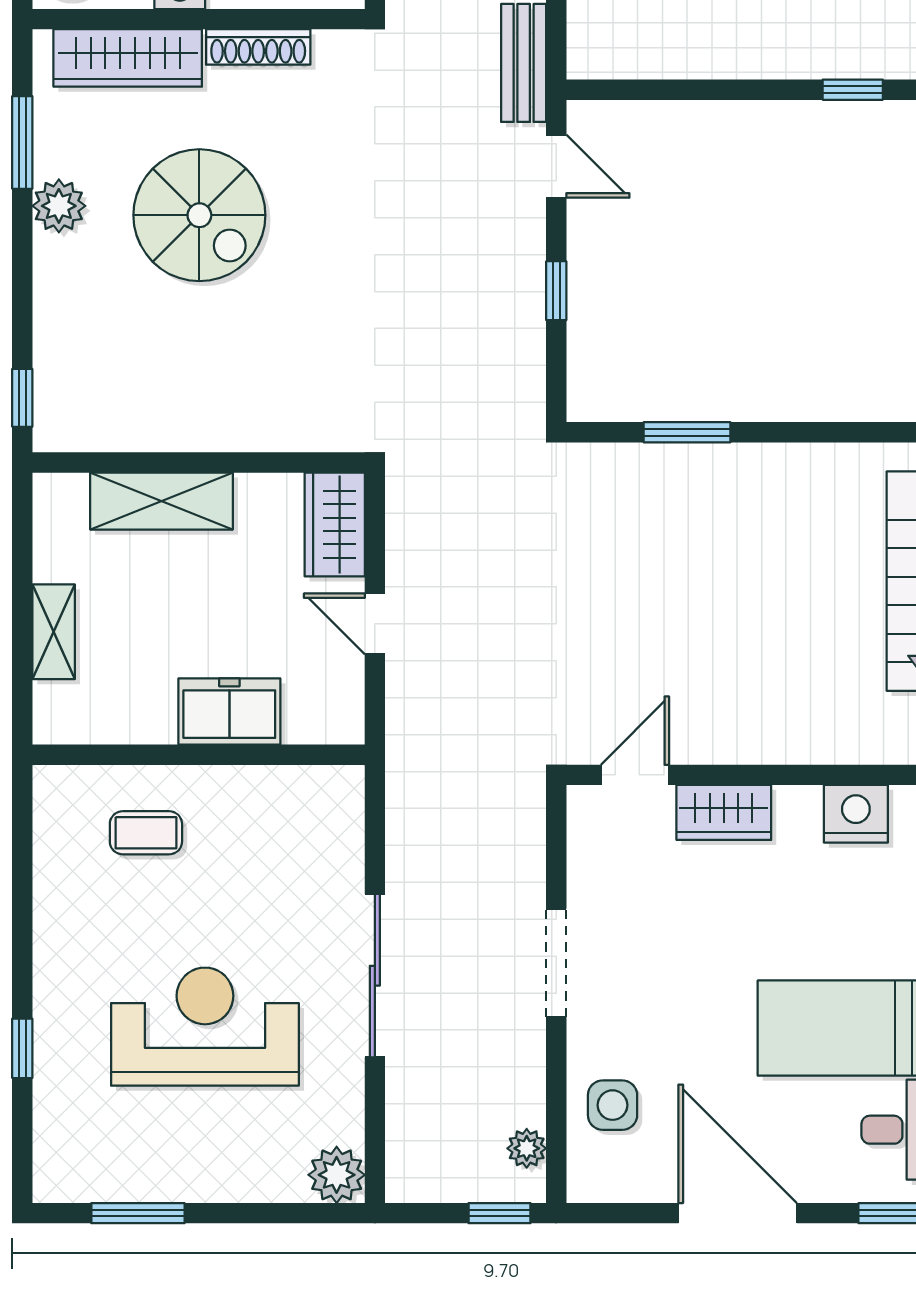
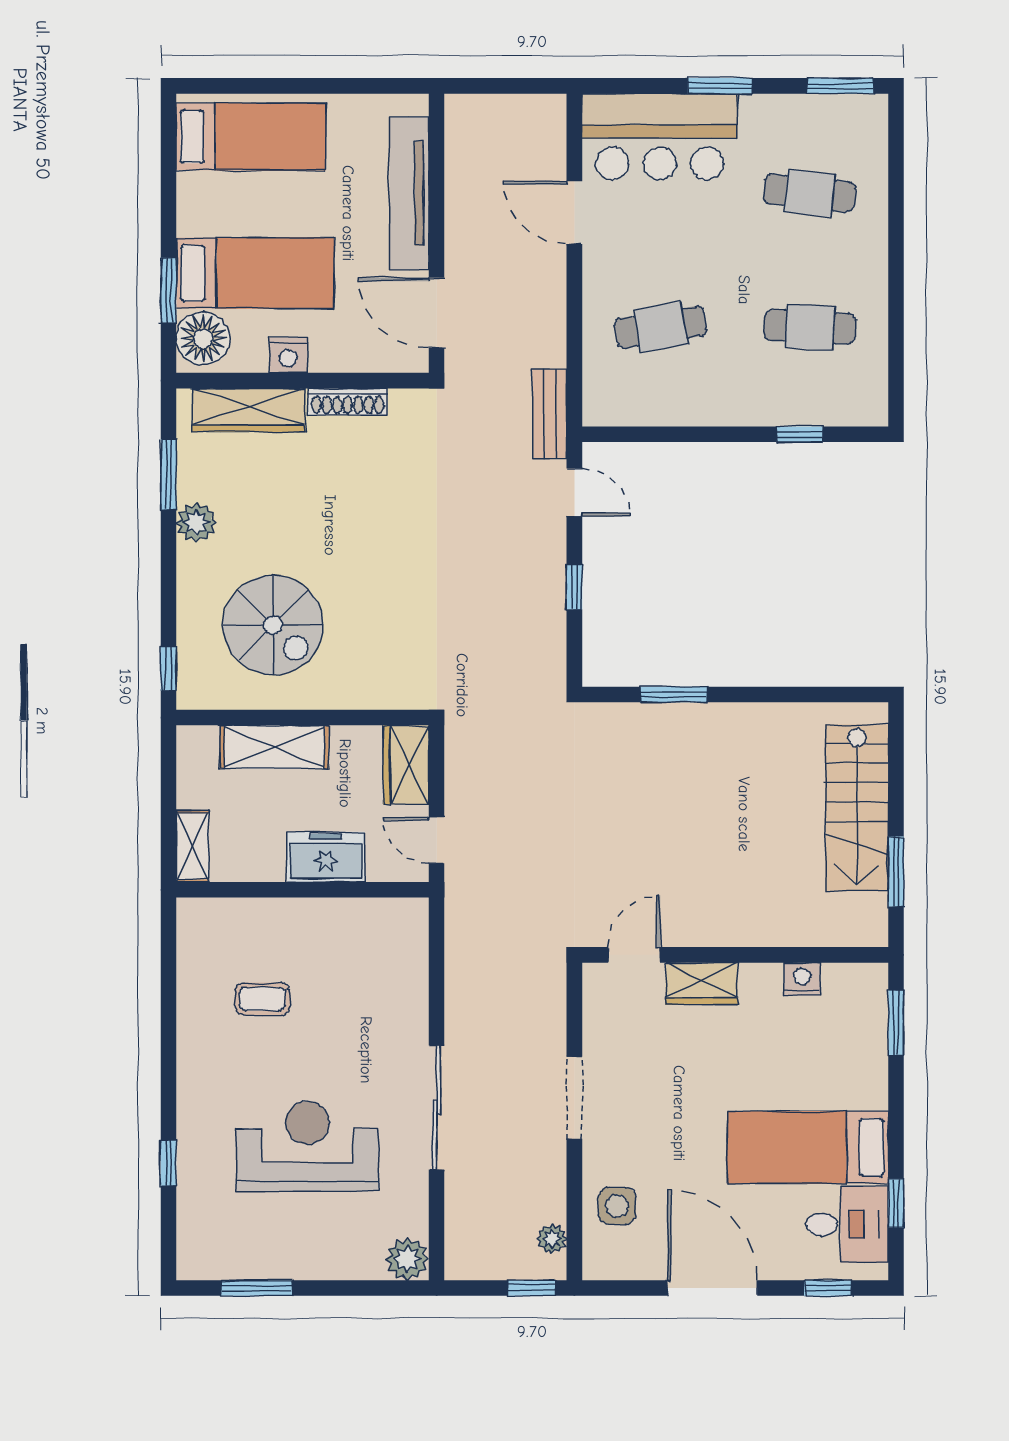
spiral stairs: (199, 215) -> (273, 625), moved
freezer: (229, 711) -> (326, 857), moved
wall: (199, 755) -> (303, 890), moved
nightstand: (856, 814) -> (802, 979), width x0.74, depth x0.75

